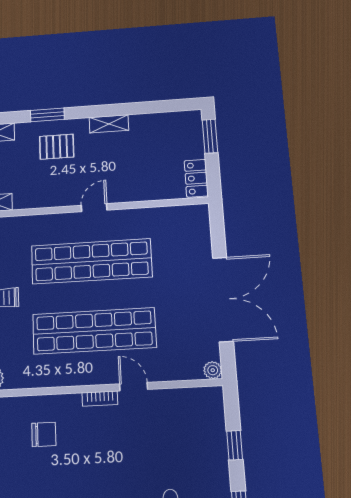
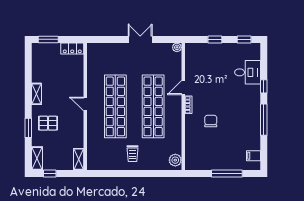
pallet: (57, 147) -> (48, 123), turned 90
double door: (223, 299) -> (140, 39), width x0.54
chair: (44, 434) -> (211, 121), moved

